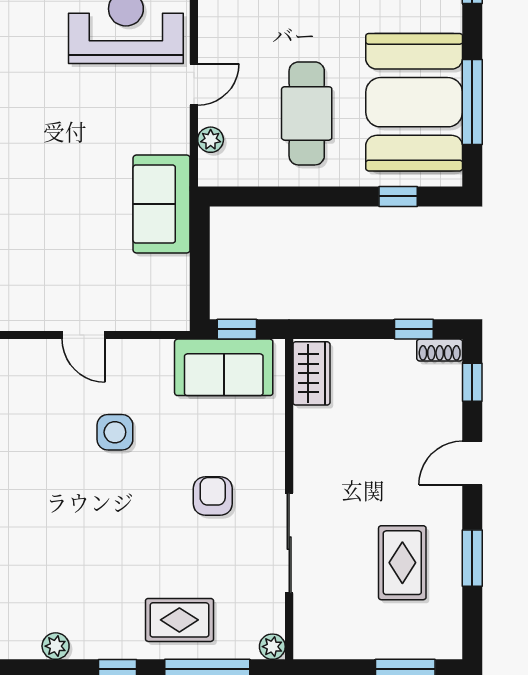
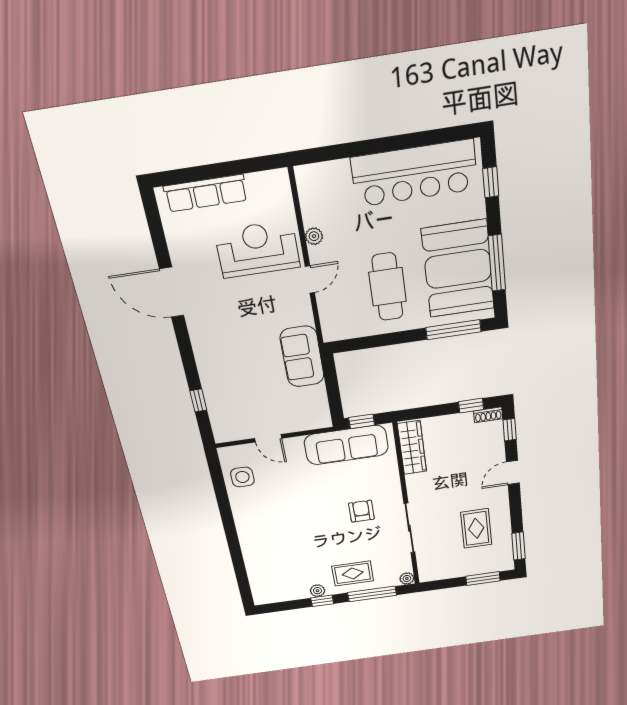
plant: (211, 140) -> (314, 236), moved
window: (398, 196) -> (453, 330), width x2.17
sofa: (224, 367) -> (346, 445), width x1.36
wardrobe: (311, 373) -> (412, 448), width x1.50
side table: (115, 432) -> (242, 477), moved
window: (472, 558) -> (519, 546), moved
plant: (56, 646) -> (317, 591), moved

